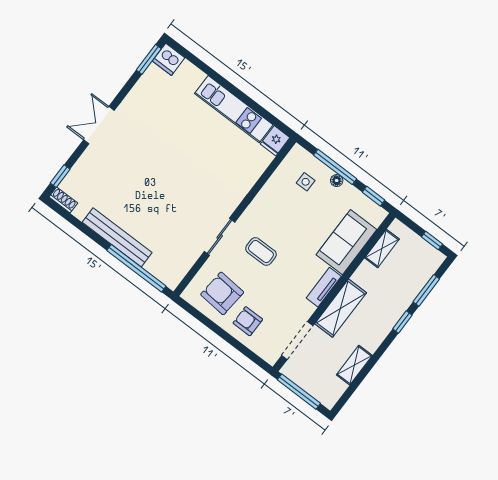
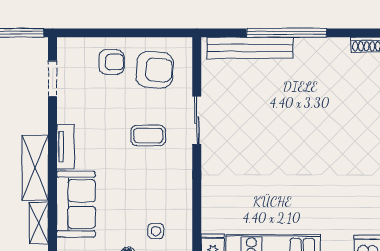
bench: (117, 237) -> (250, 48), moved
window: (136, 268) -> (287, 33), moved
shelving: (341, 308) -> (35, 168), moved
doorway: (297, 341) -> (52, 79), width x0.73

